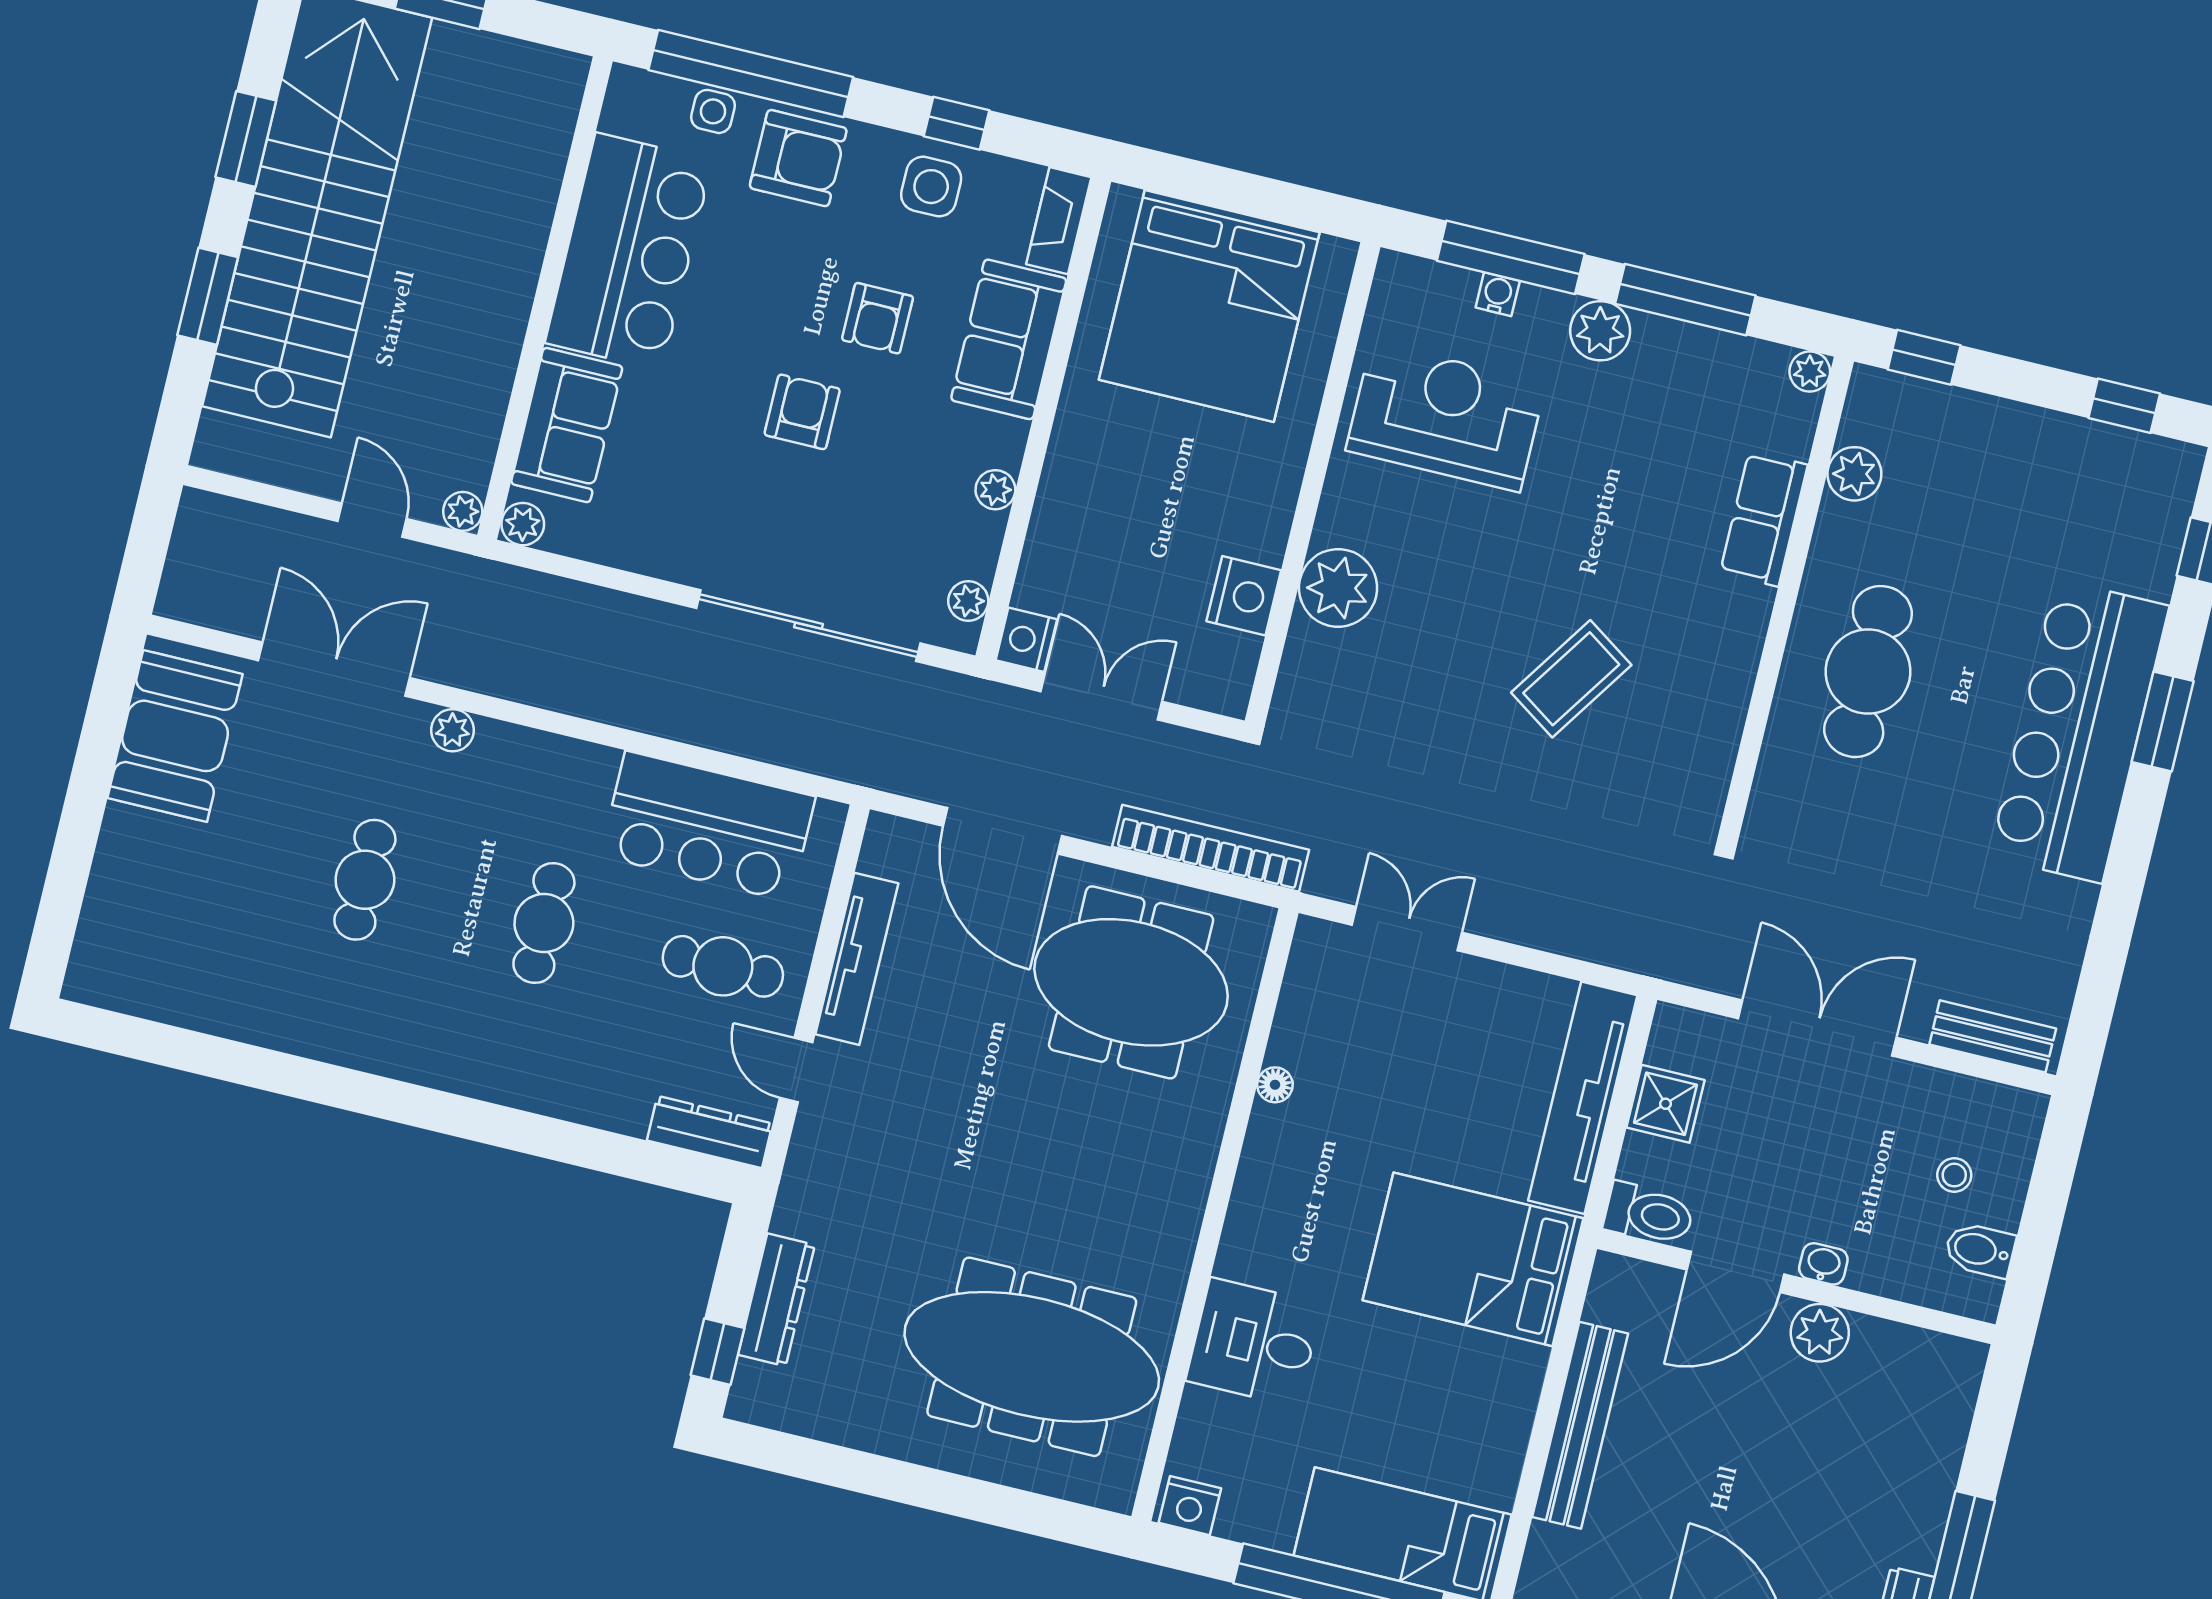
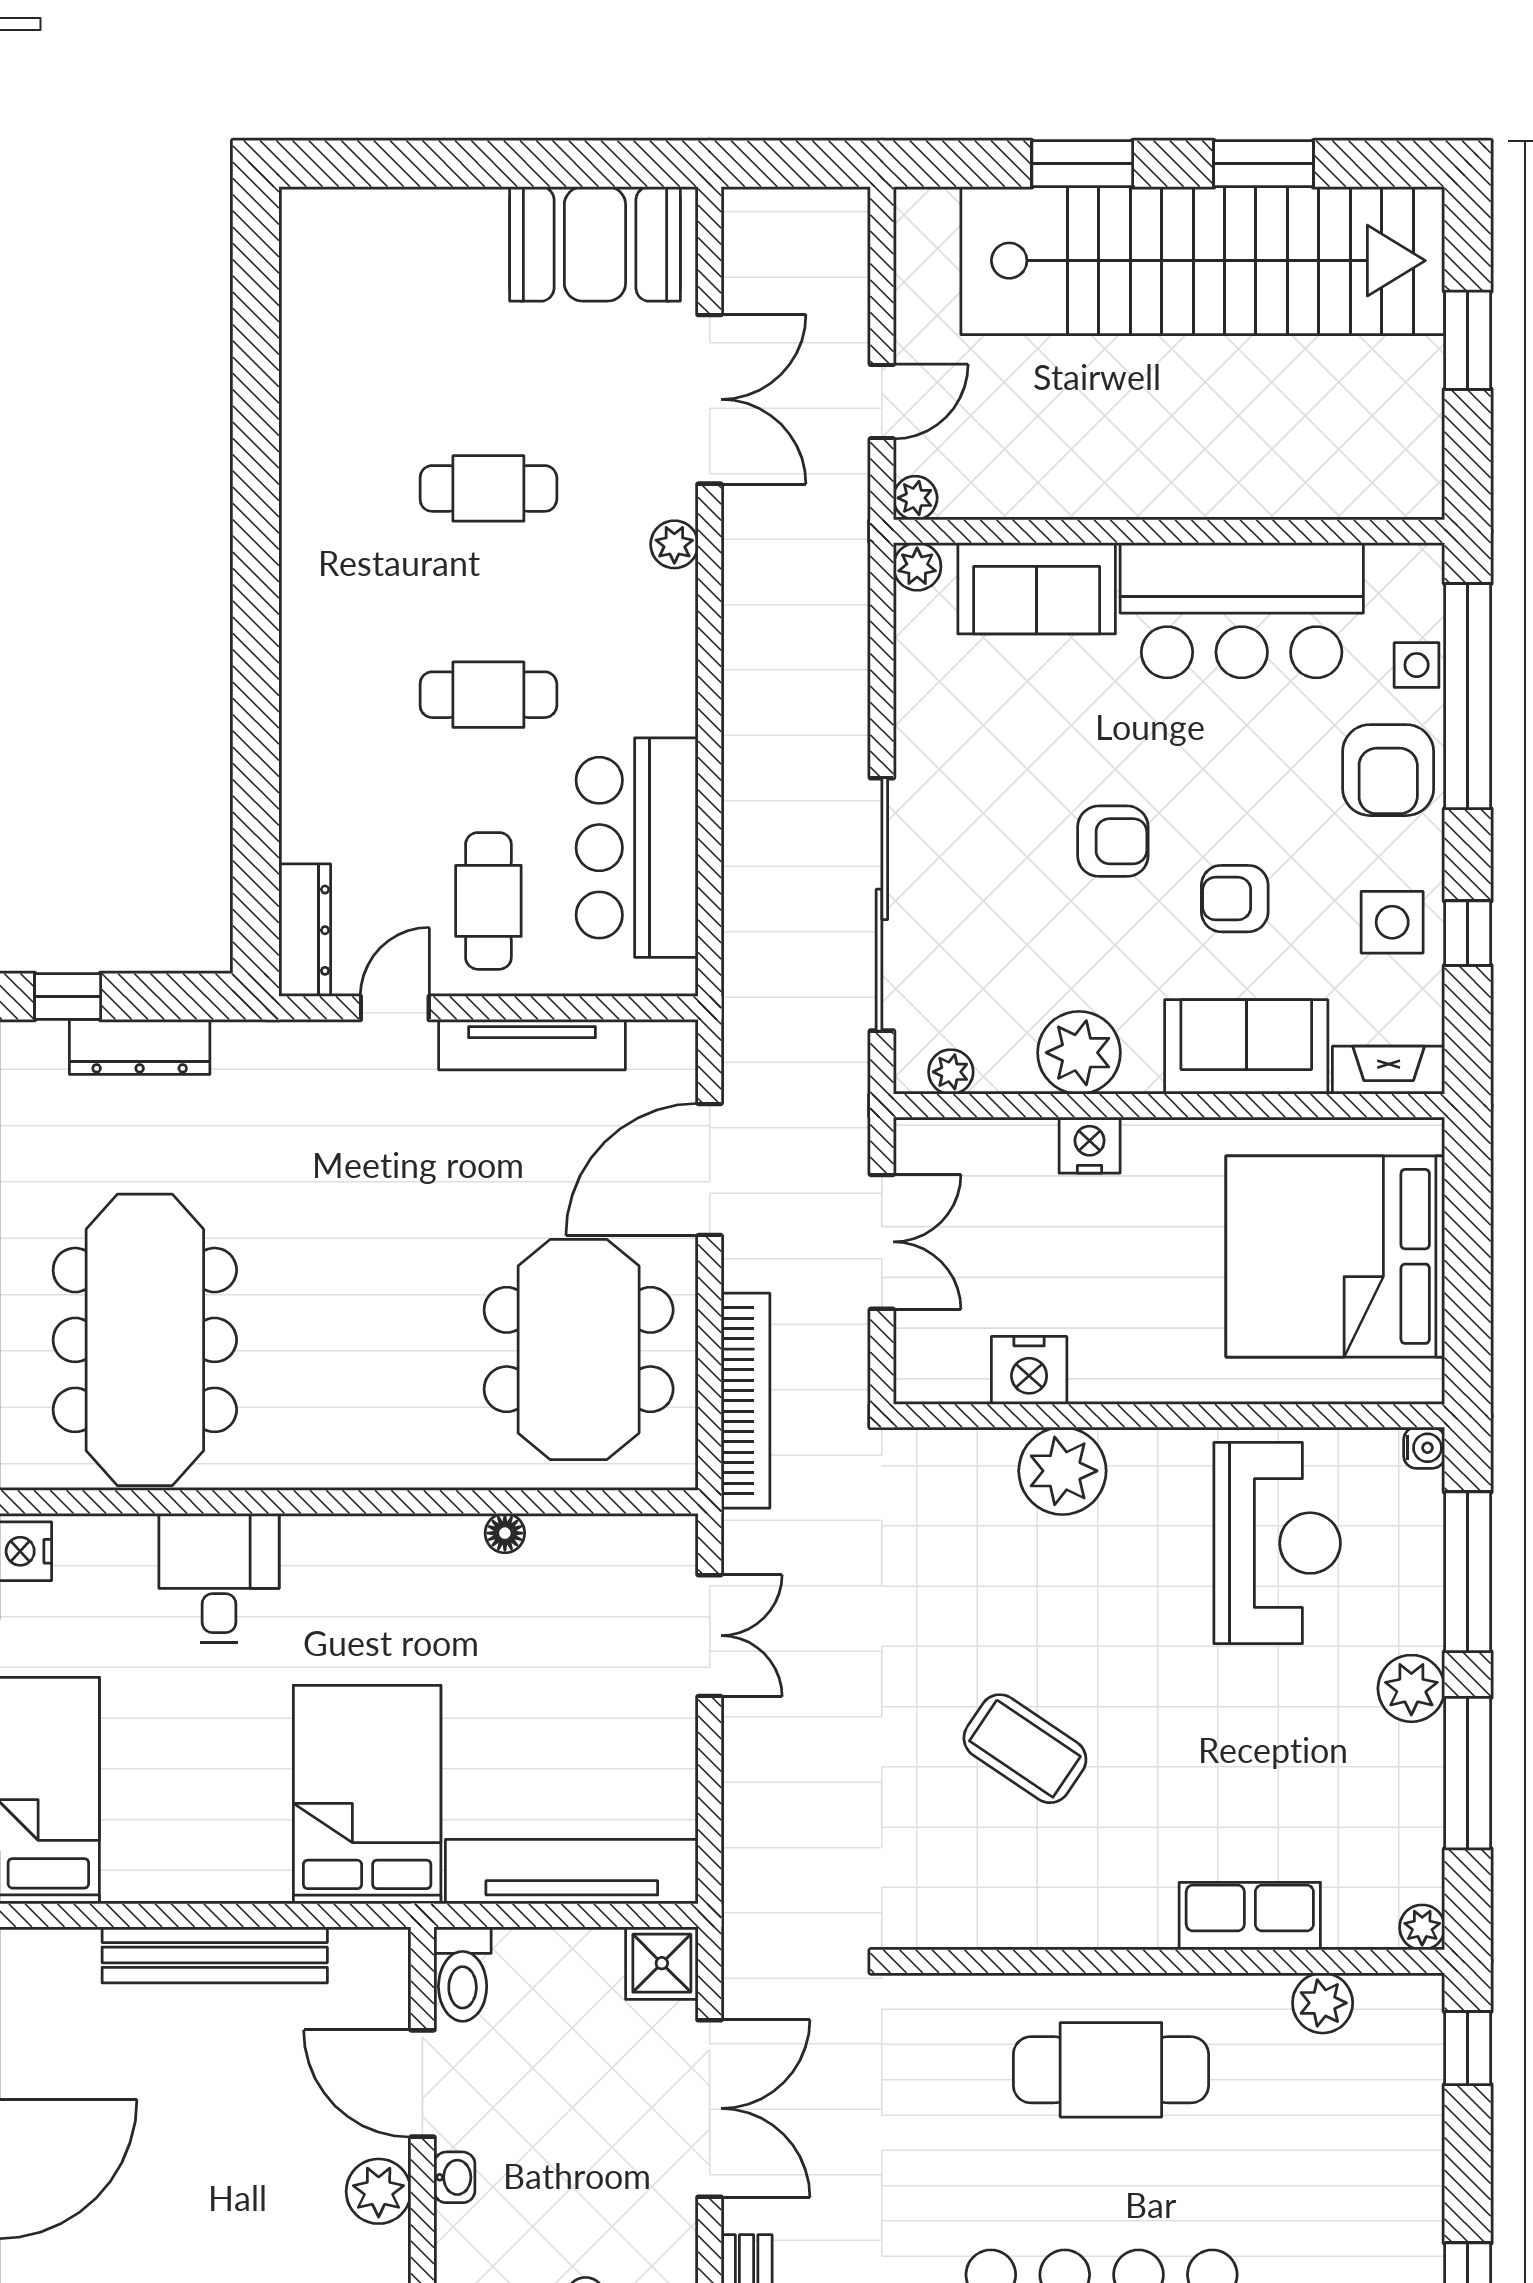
water cooler: (1498, 294) -> (1424, 1448), moved
plant: (995, 490) -> (1079, 1053), width x1.88, depth x1.88
nightstand: (1026, 640) -> (1090, 1145), moved
shower: (1666, 1104) -> (662, 1963), moved

